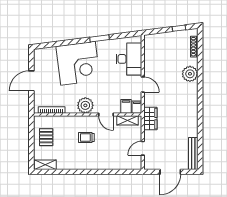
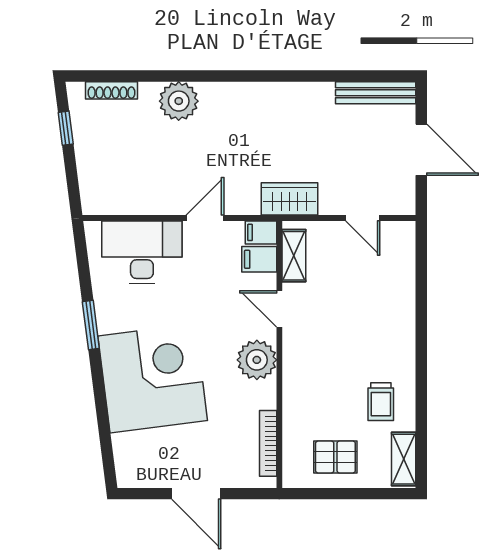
door: (106, 114) -> (279, 309), swing flipped
trolley: (86, 138) -> (381, 402), moved

